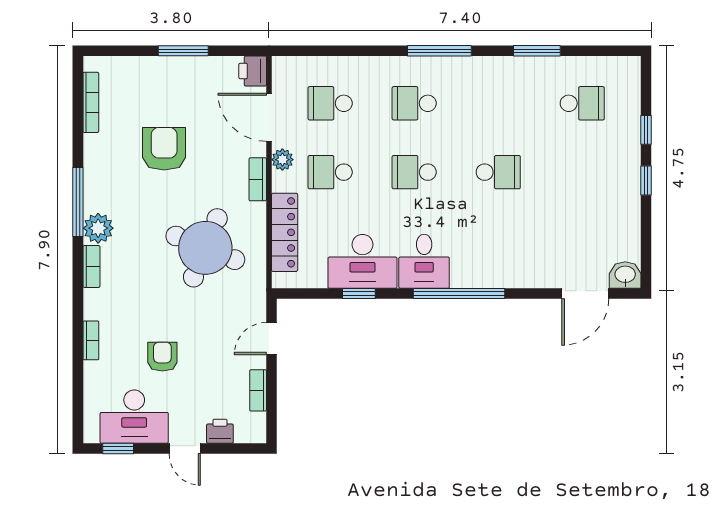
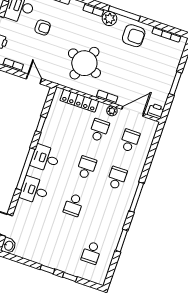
armchair: (164, 149) -> (134, 36), moved
desk: (362, 261) -> (34, 190), moved, width x0.73

